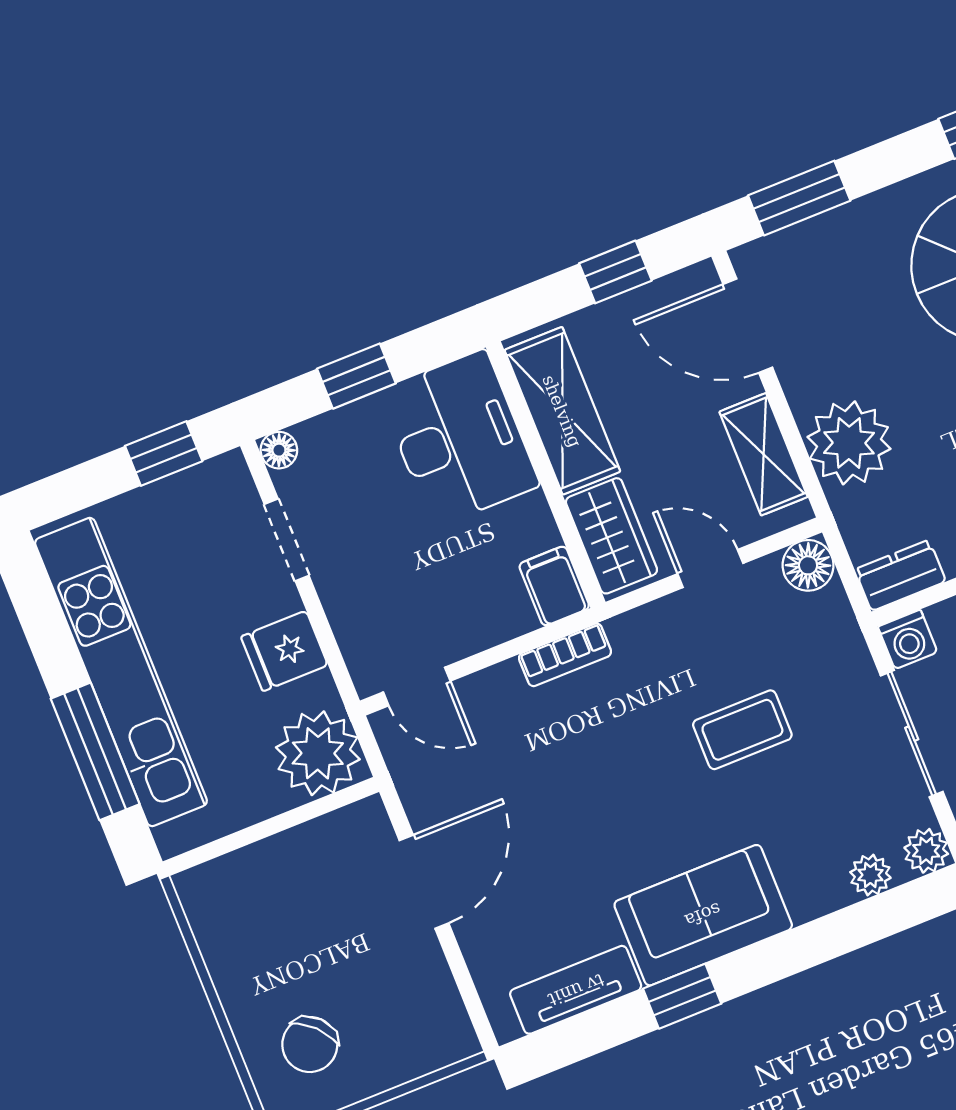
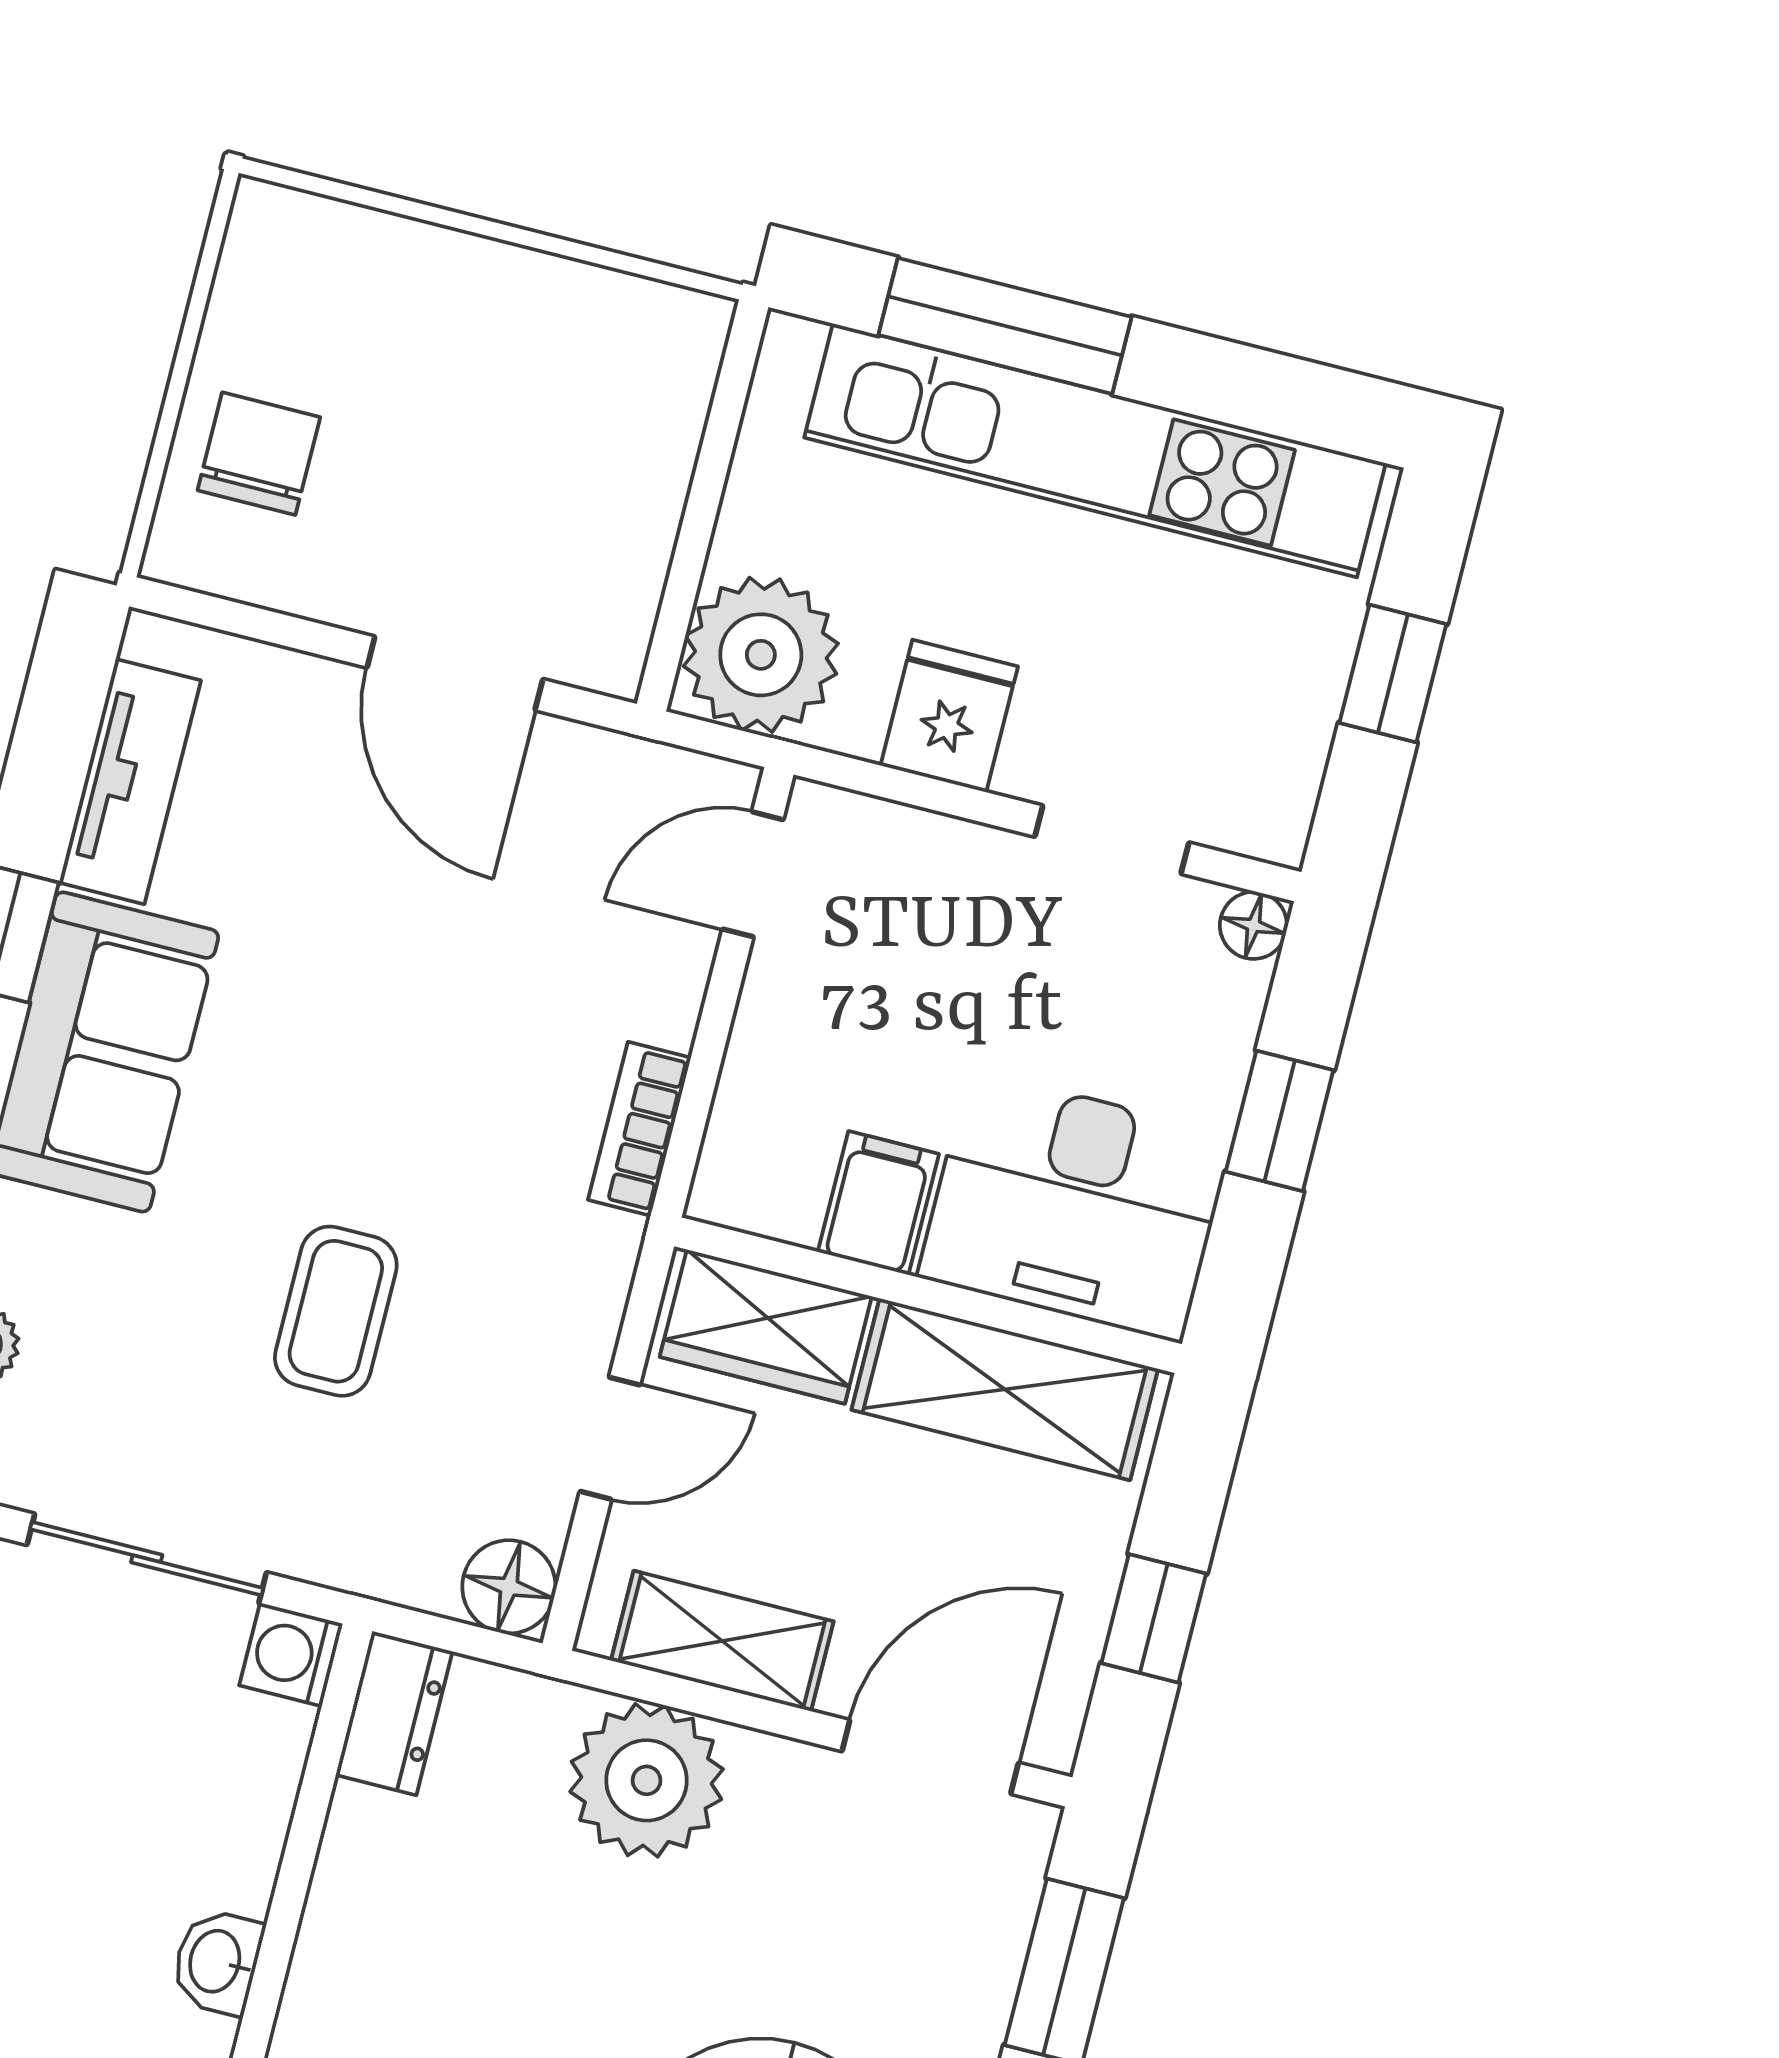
window: (164, 454) -> (1393, 673), moved
filing cabinet: (554, 586) -> (878, 1203), moved, turned -90
chair: (310, 1045) -> (259, 454), moved, turned 44

